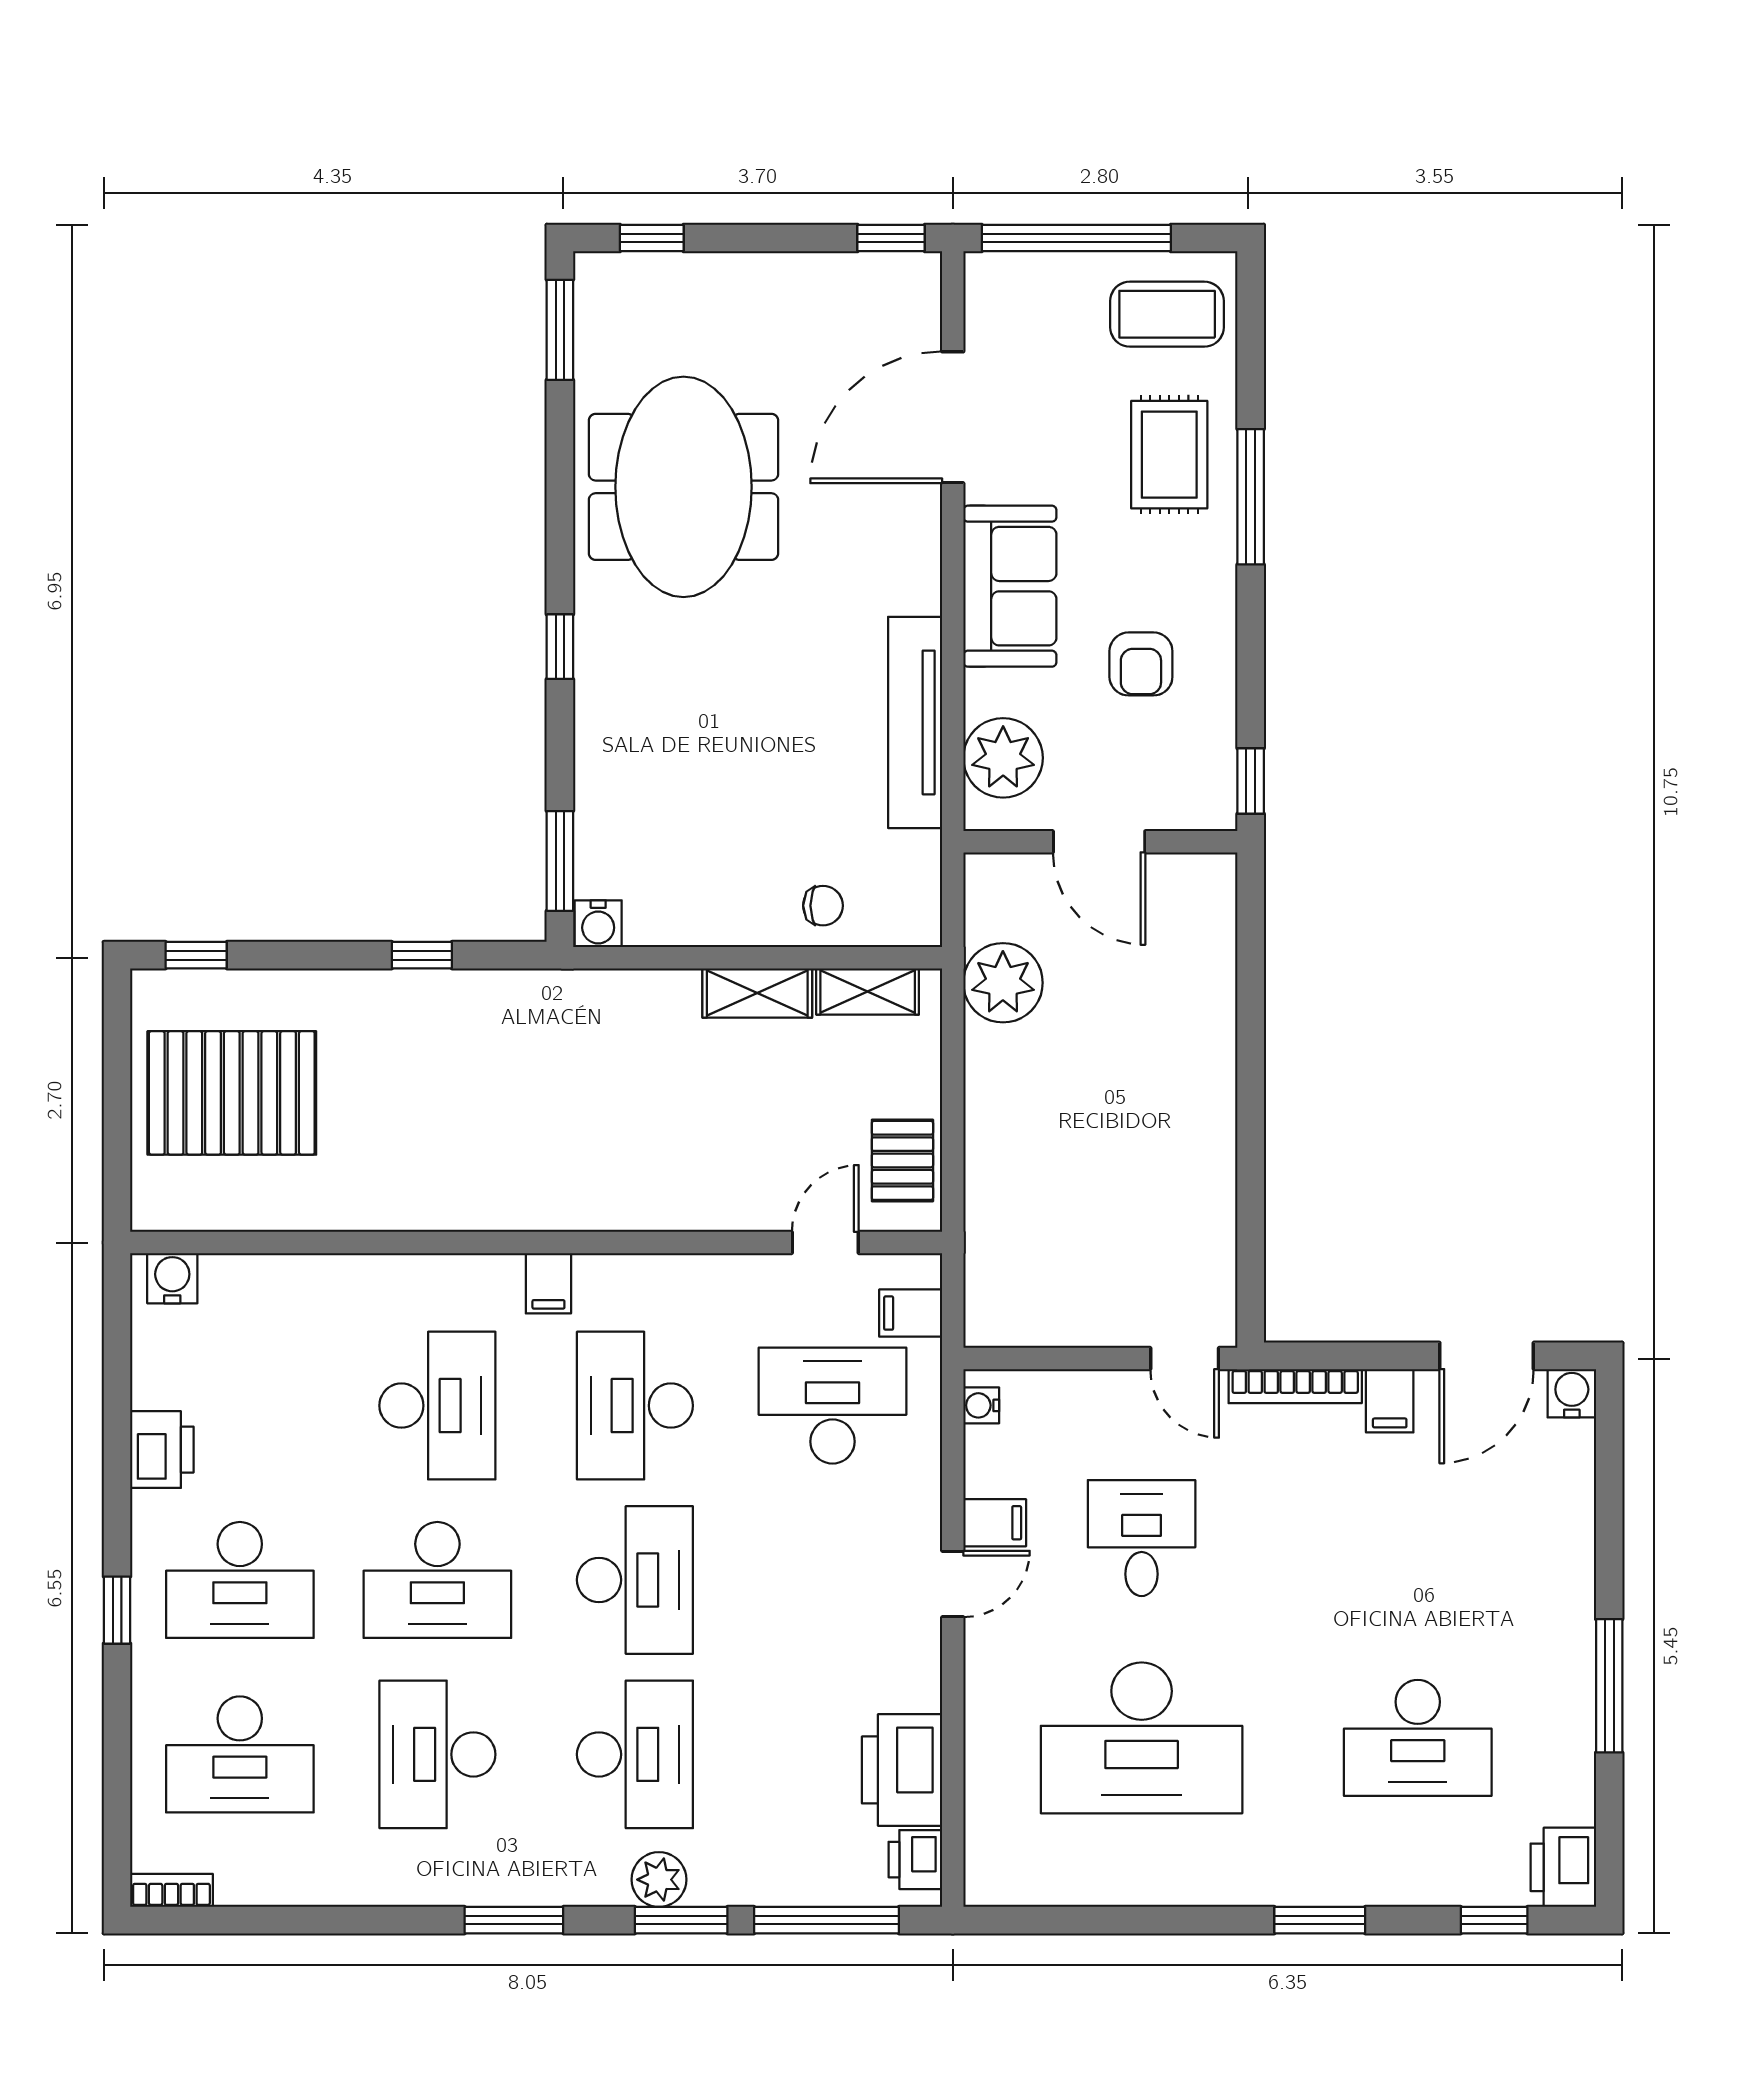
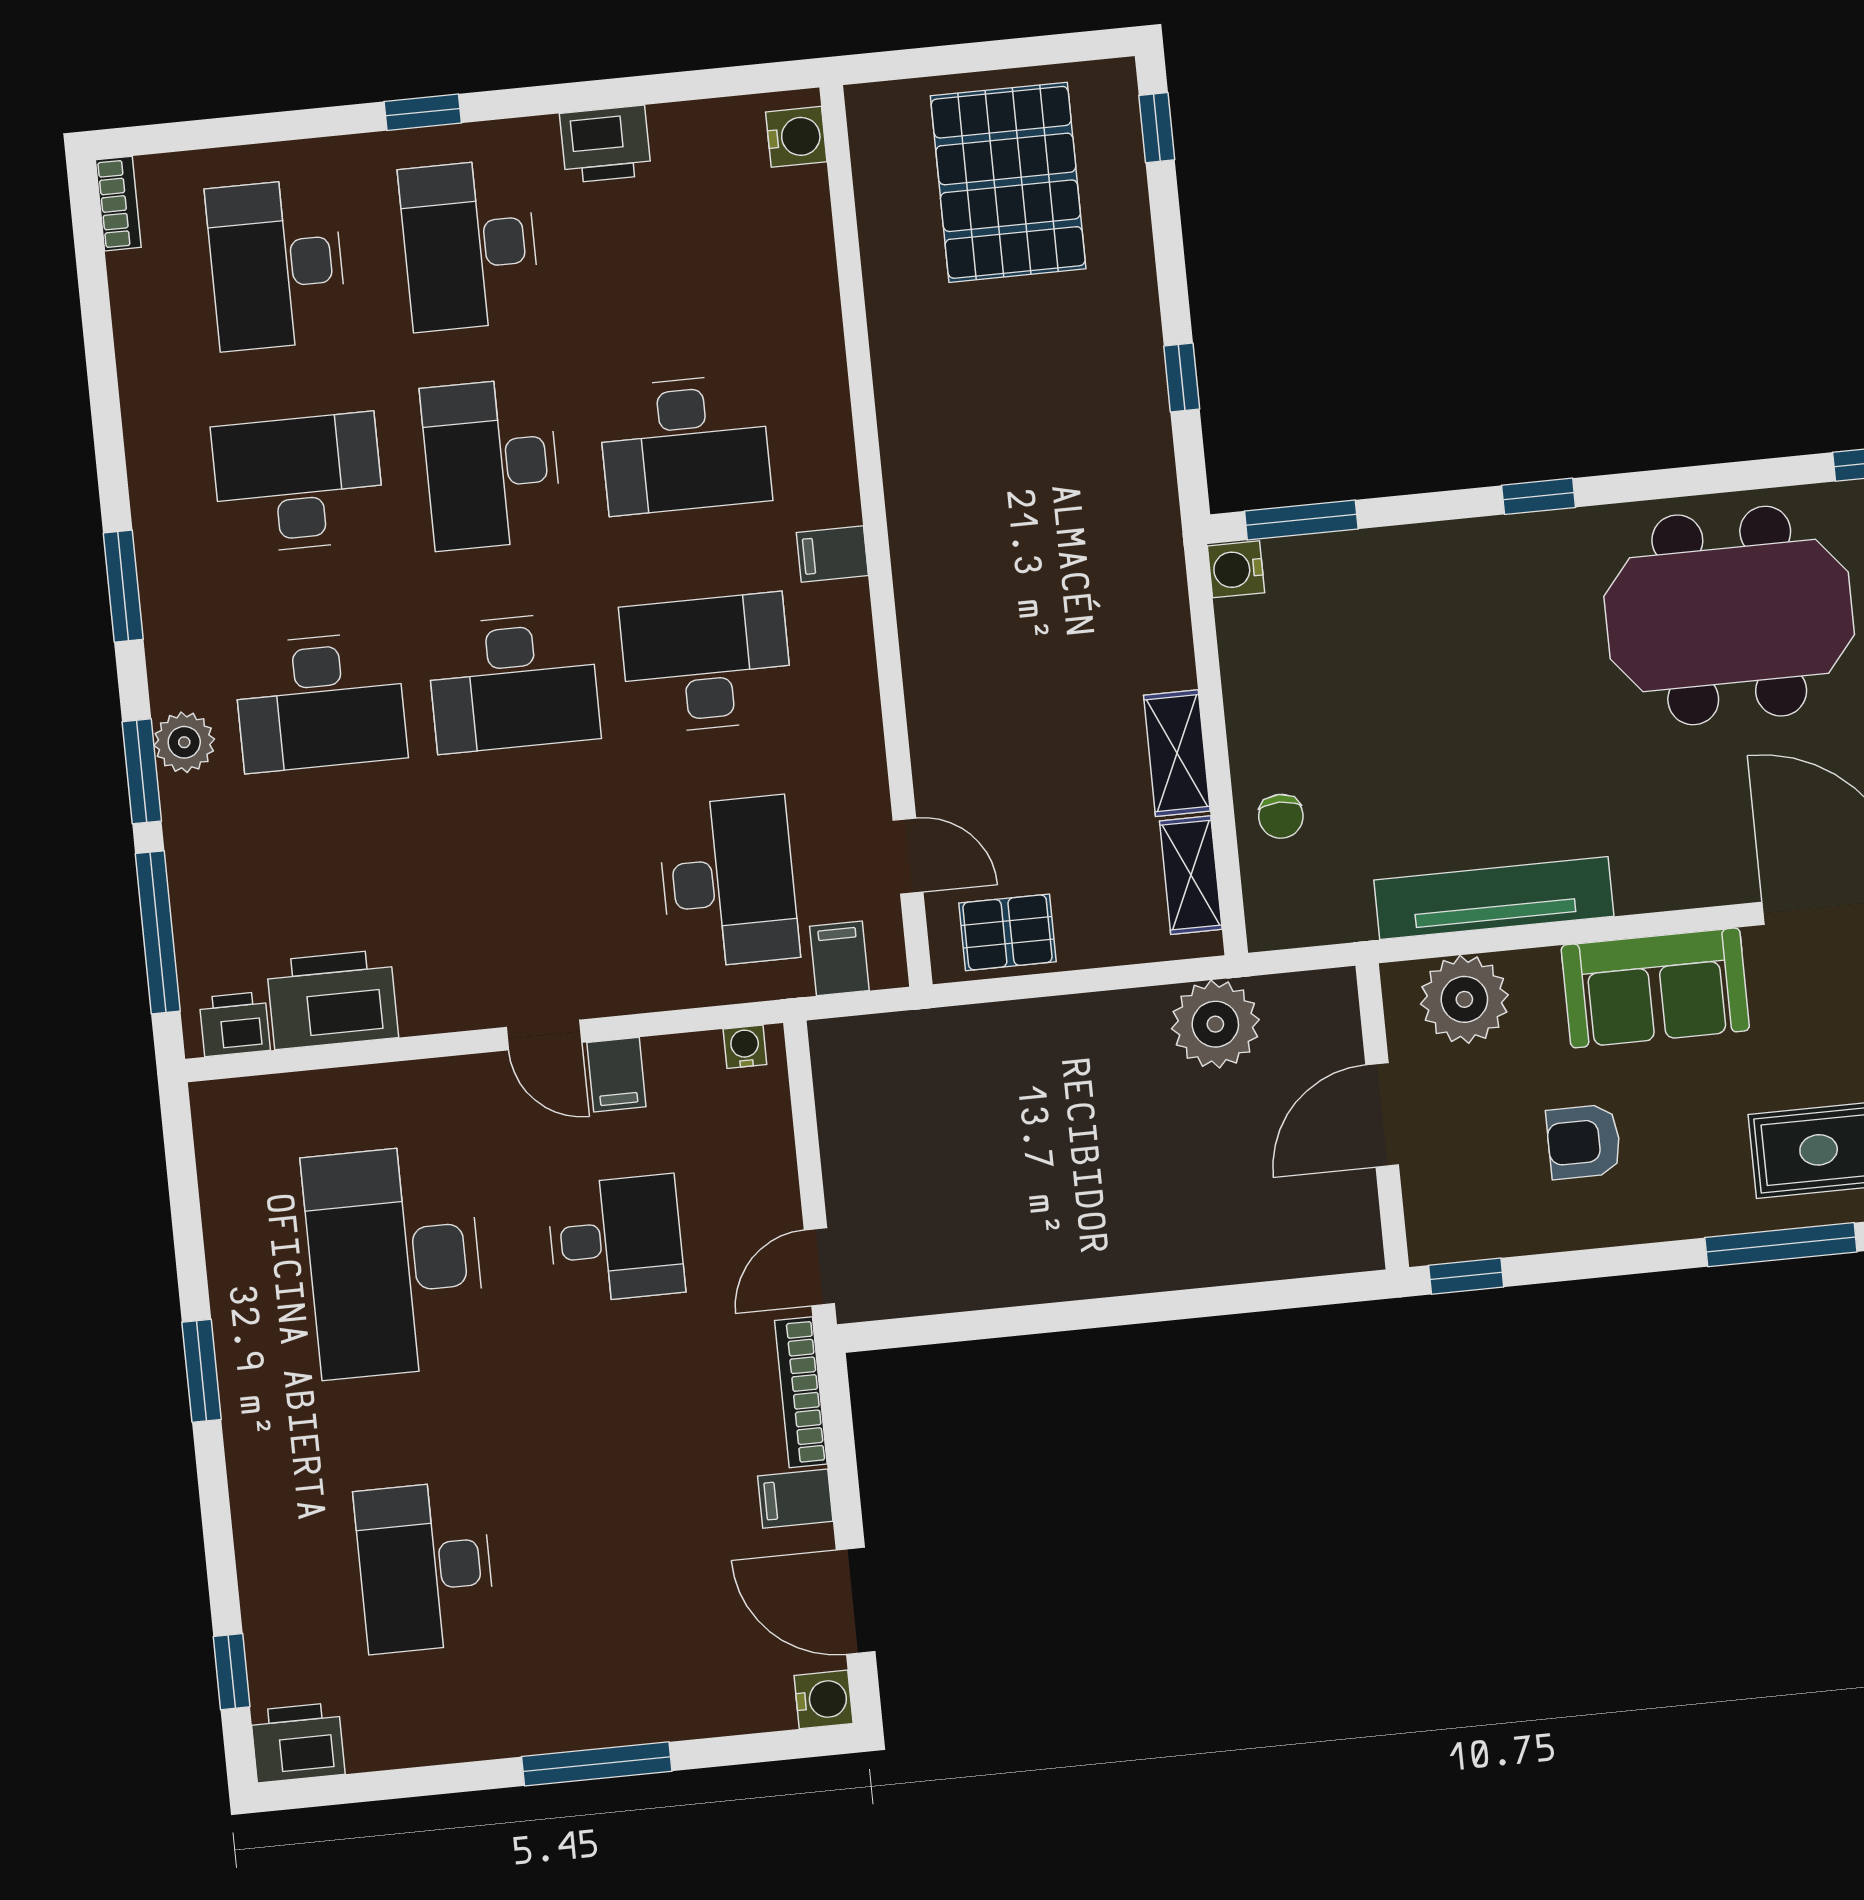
window: (1609, 1686) -> (597, 1764), moved
window: (1320, 1920) -> (202, 1371), moved

